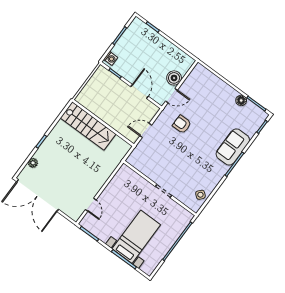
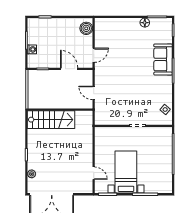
washing machine: (111, 58) -> (32, 49), moved
boiler: (174, 78) -> (86, 28), moved
armchair: (182, 124) -> (116, 70), removed
door: (146, 130) -> (94, 93), hinge flipped
bed with nightstands: (136, 237) -> (126, 172), moved

